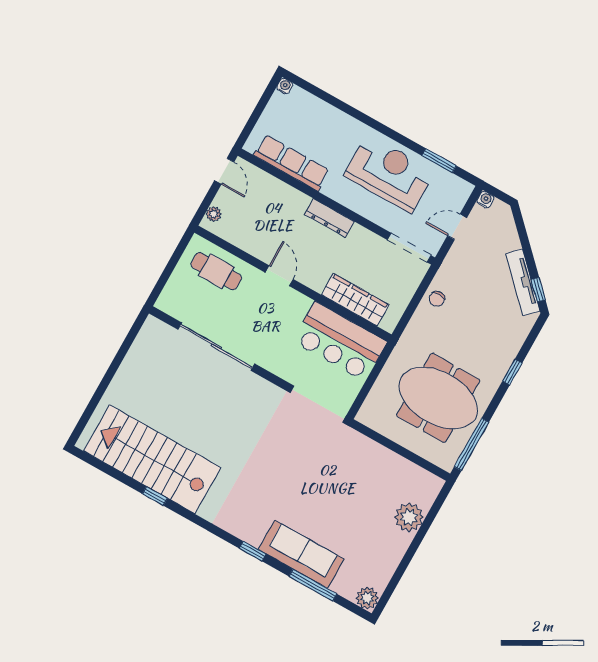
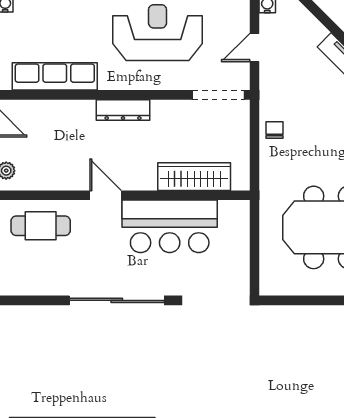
chair: (437, 299) -> (275, 130), turned 180
bar counter: (340, 341) -> (170, 226), moved
sliding door: (216, 347) -> (117, 300), moved

